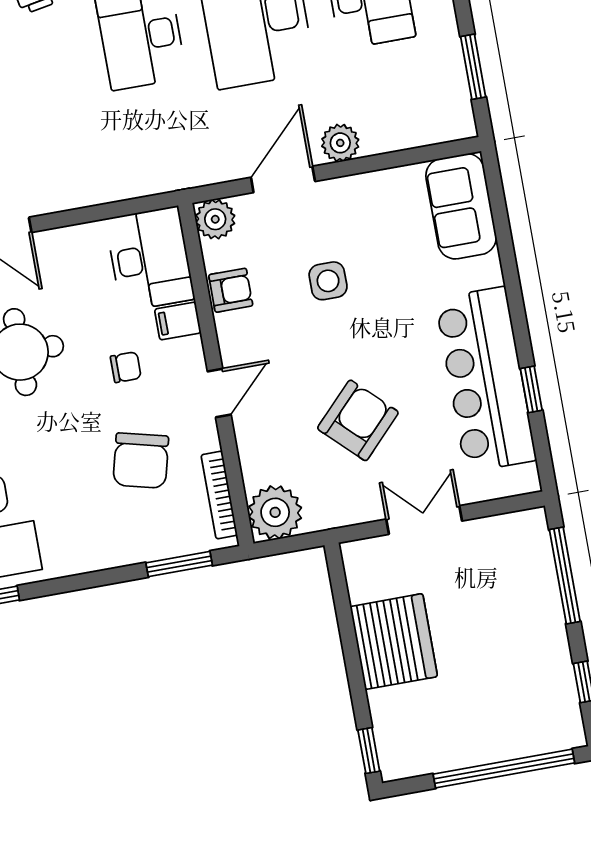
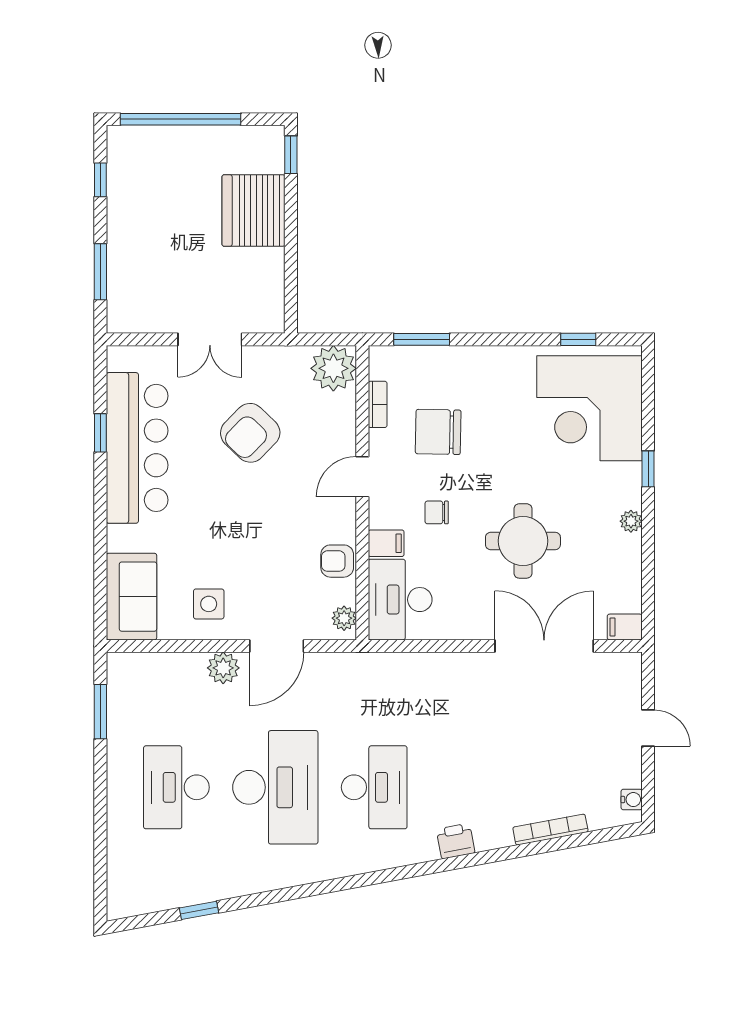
plant: (215, 219) -> (344, 618), width x0.73, depth x0.73
side table: (328, 281) -> (209, 604), moved
chair: (141, 461) -> (438, 432), turned -103
bookcase: (219, 495) -> (378, 404), width x0.64
window: (565, 576) -> (100, 272), width x0.69
server rack: (394, 642) -> (253, 210), moved

